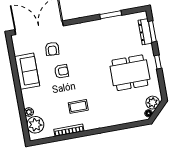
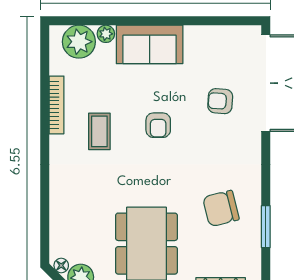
chair: (106, 39) -> (221, 208), added
sofa: (27, 71) -> (150, 44), moved
armchair: (61, 71) -> (158, 125), moved

